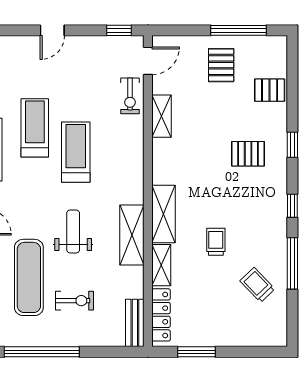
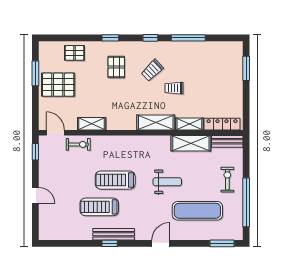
window: (238, 30) -> (35, 73), width x0.69
pallet: (221, 65) -> (58, 85), width x1.50, depth x1.42
pallet: (270, 90) -> (75, 53), turned 90
weight bench: (73, 231) -> (167, 182), turned 180
shelving: (132, 235) -> (191, 143), moved
trolley: (257, 285) -> (152, 70), moved
exercise bike: (75, 301) -> (227, 180), moved
window: (197, 352) -> (246, 68), moved

